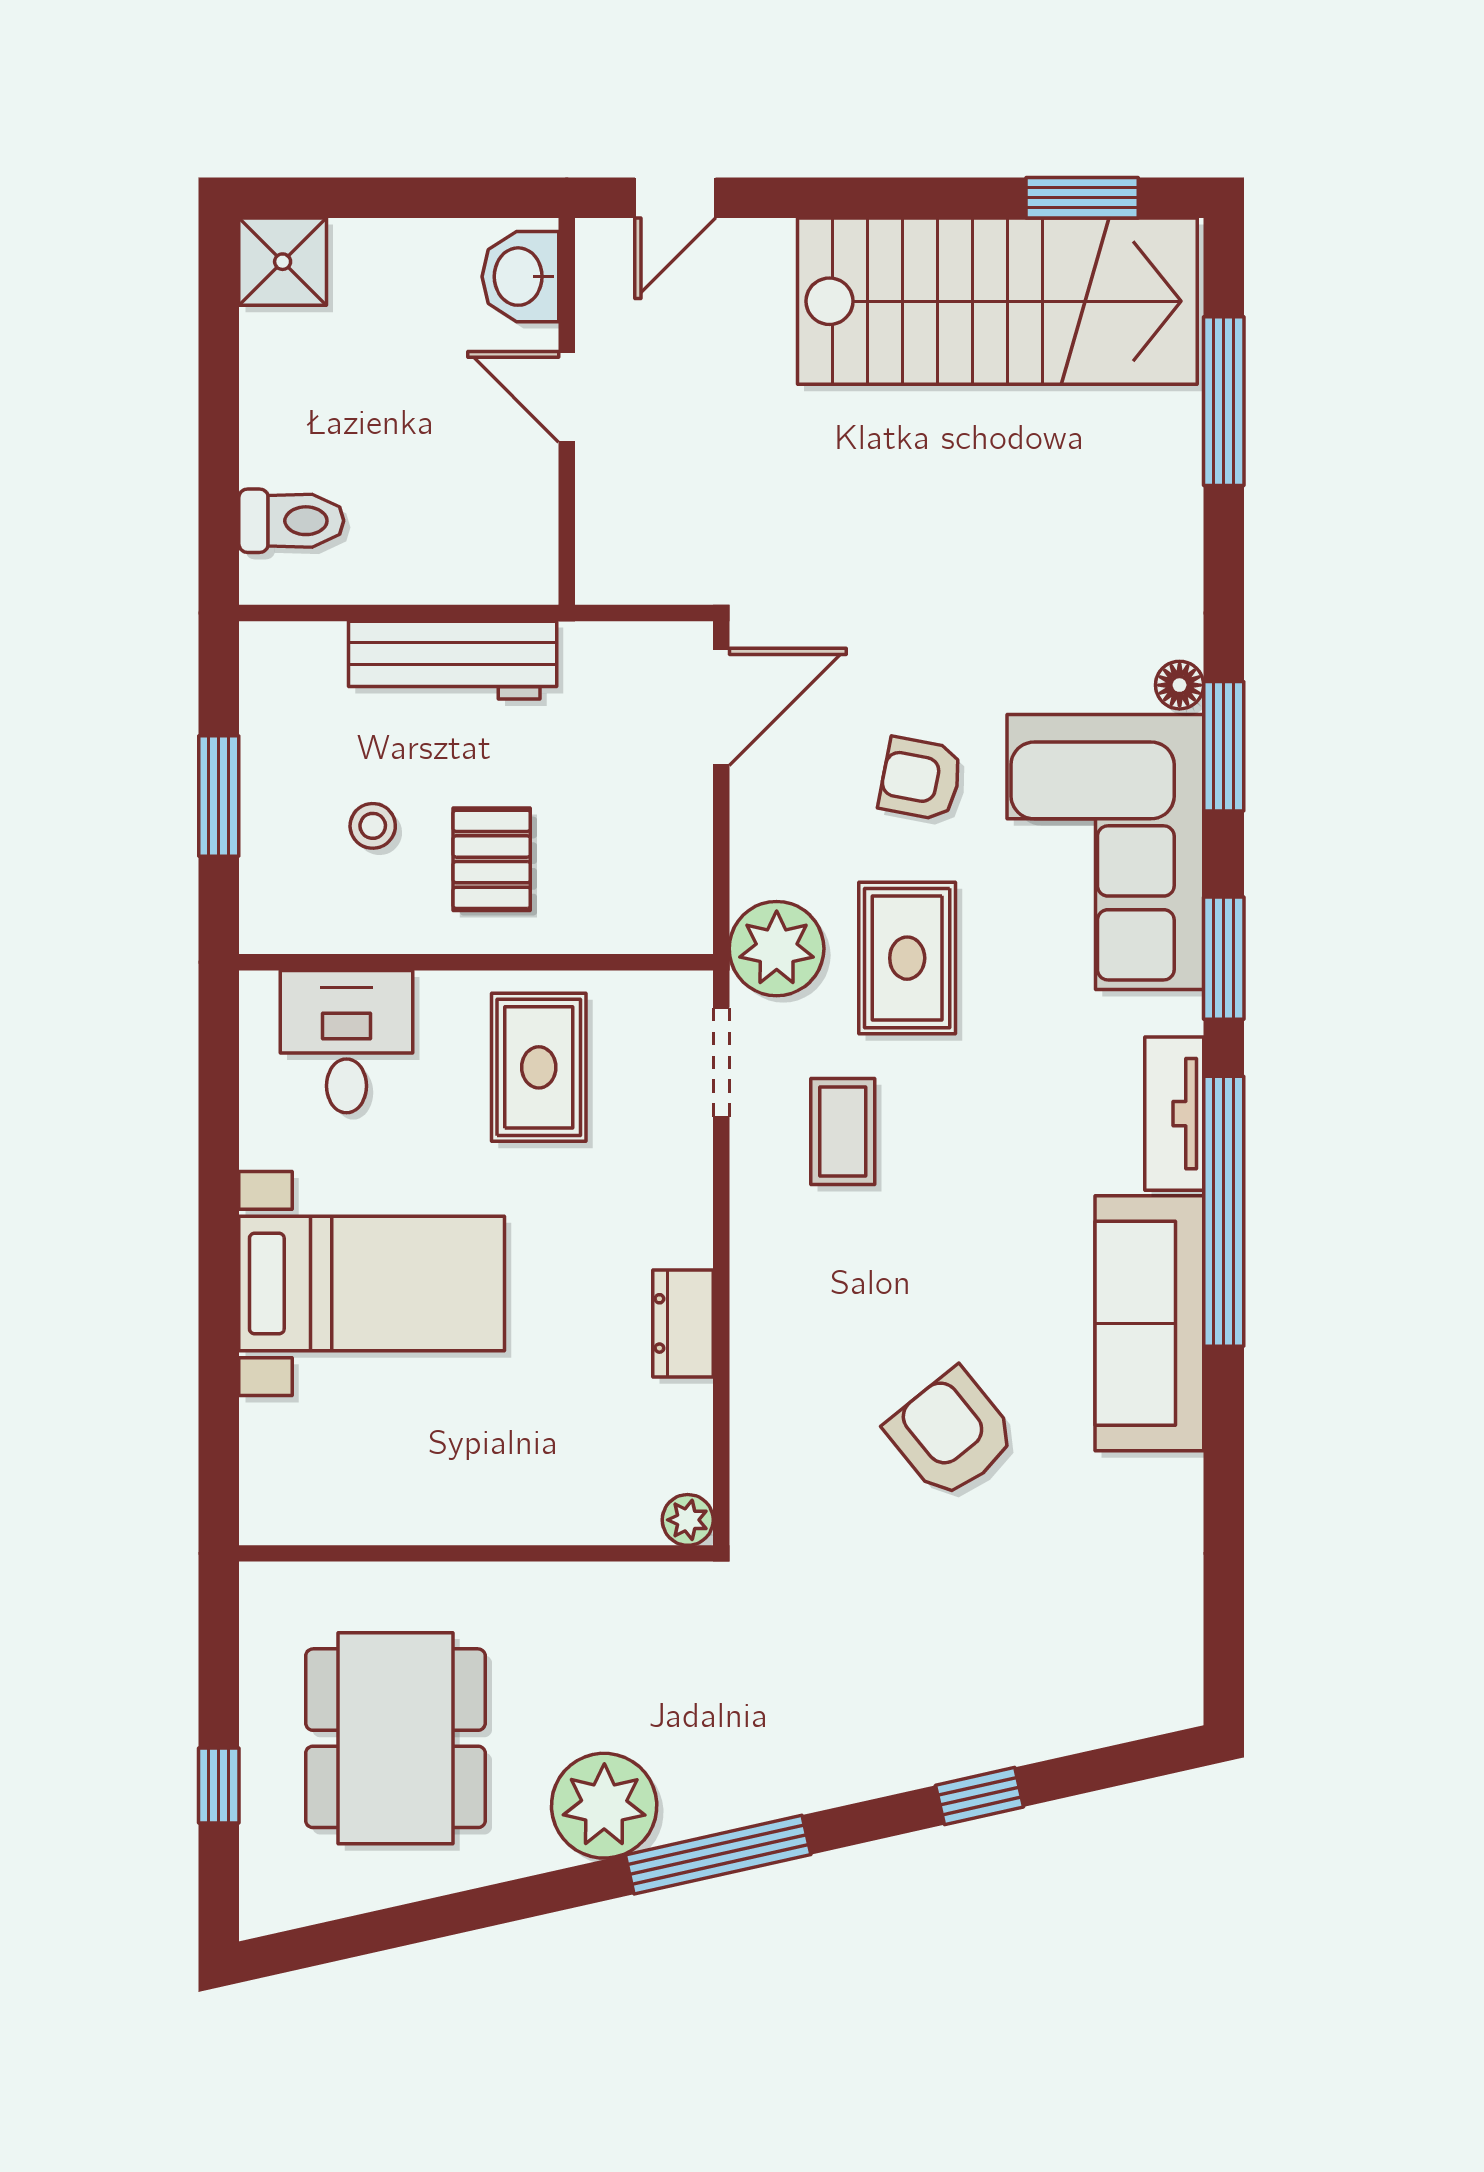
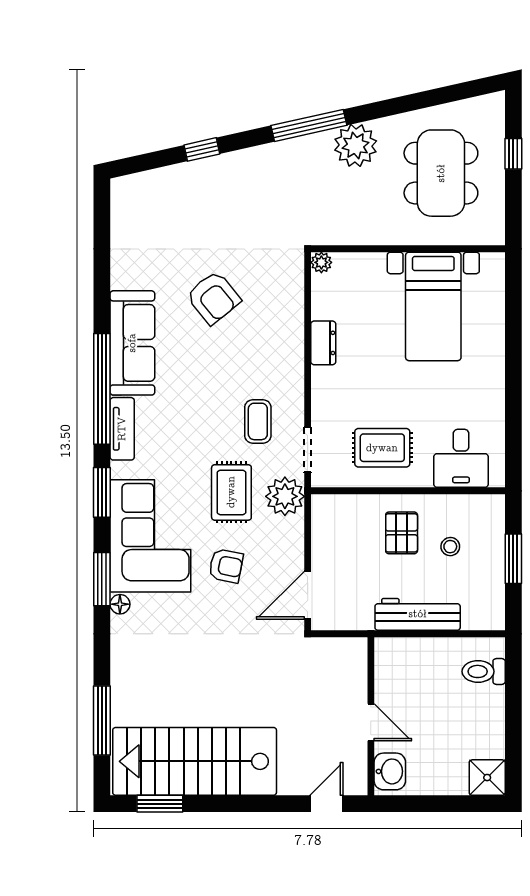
rug: (539, 1067) -> (382, 448), turned 90
bed with nightstands: (372, 1284) -> (433, 306), moved, turned -90

